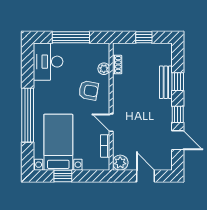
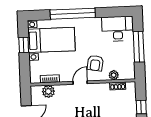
door: (111, 123) -> (80, 83), moved
plant: (120, 163) -> (48, 91), moved

